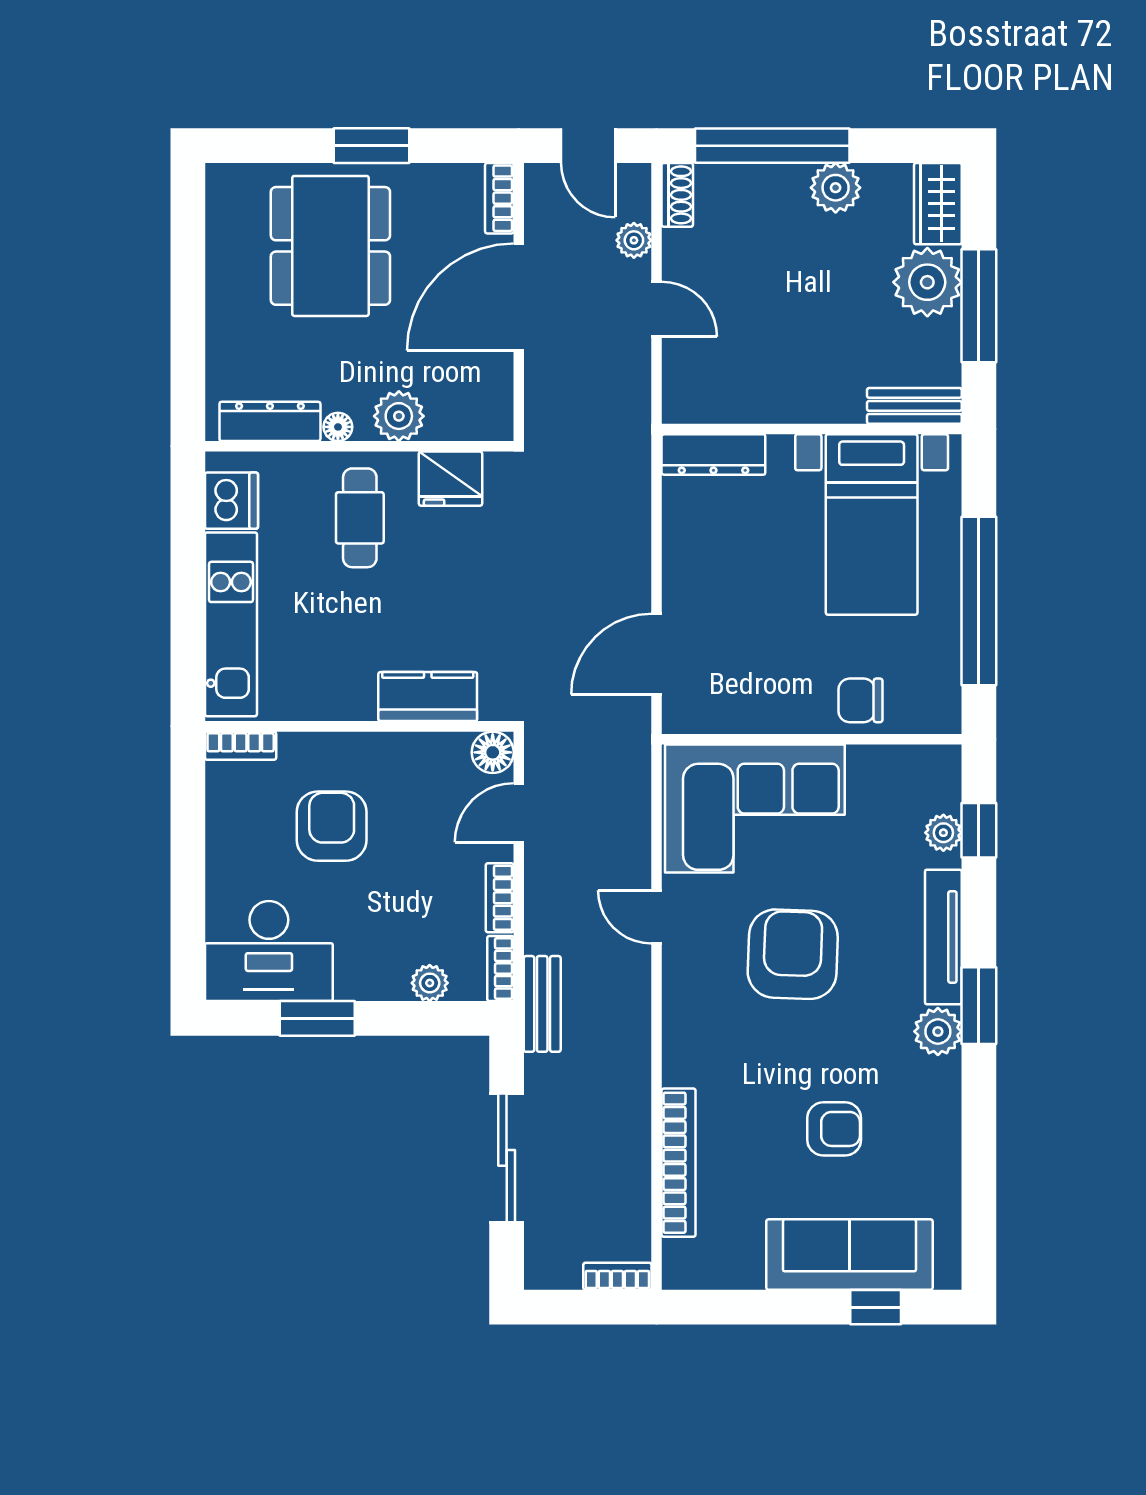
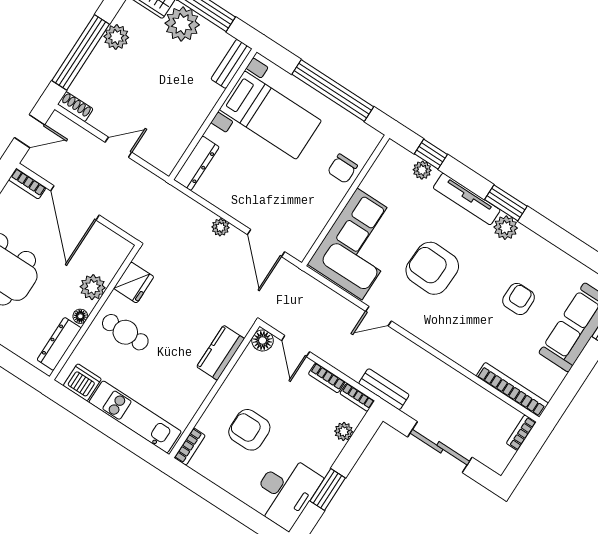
plant: (634, 240) -> (220, 227), moved
bookcase: (679, 1163) -> (512, 390), moved

